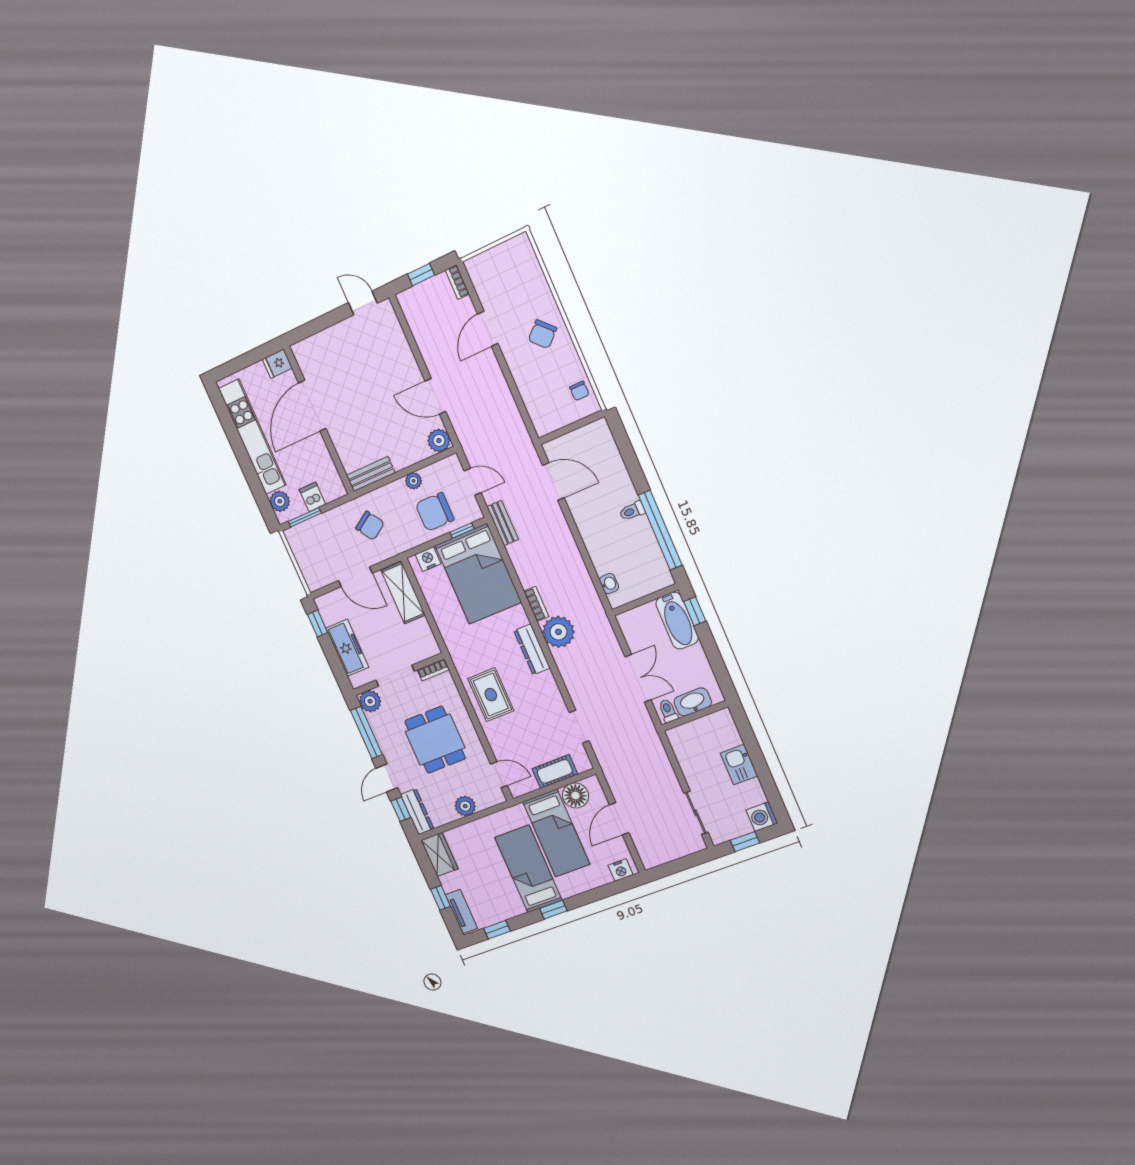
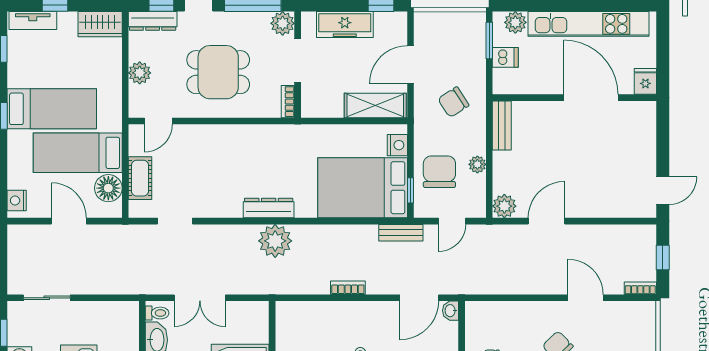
washbasin: (609, 584) -> (451, 311), moved, turned 90
bookcase: (536, 604) -> (348, 288), moved, turned 180
rug: (491, 695) -> (241, 148), removed

